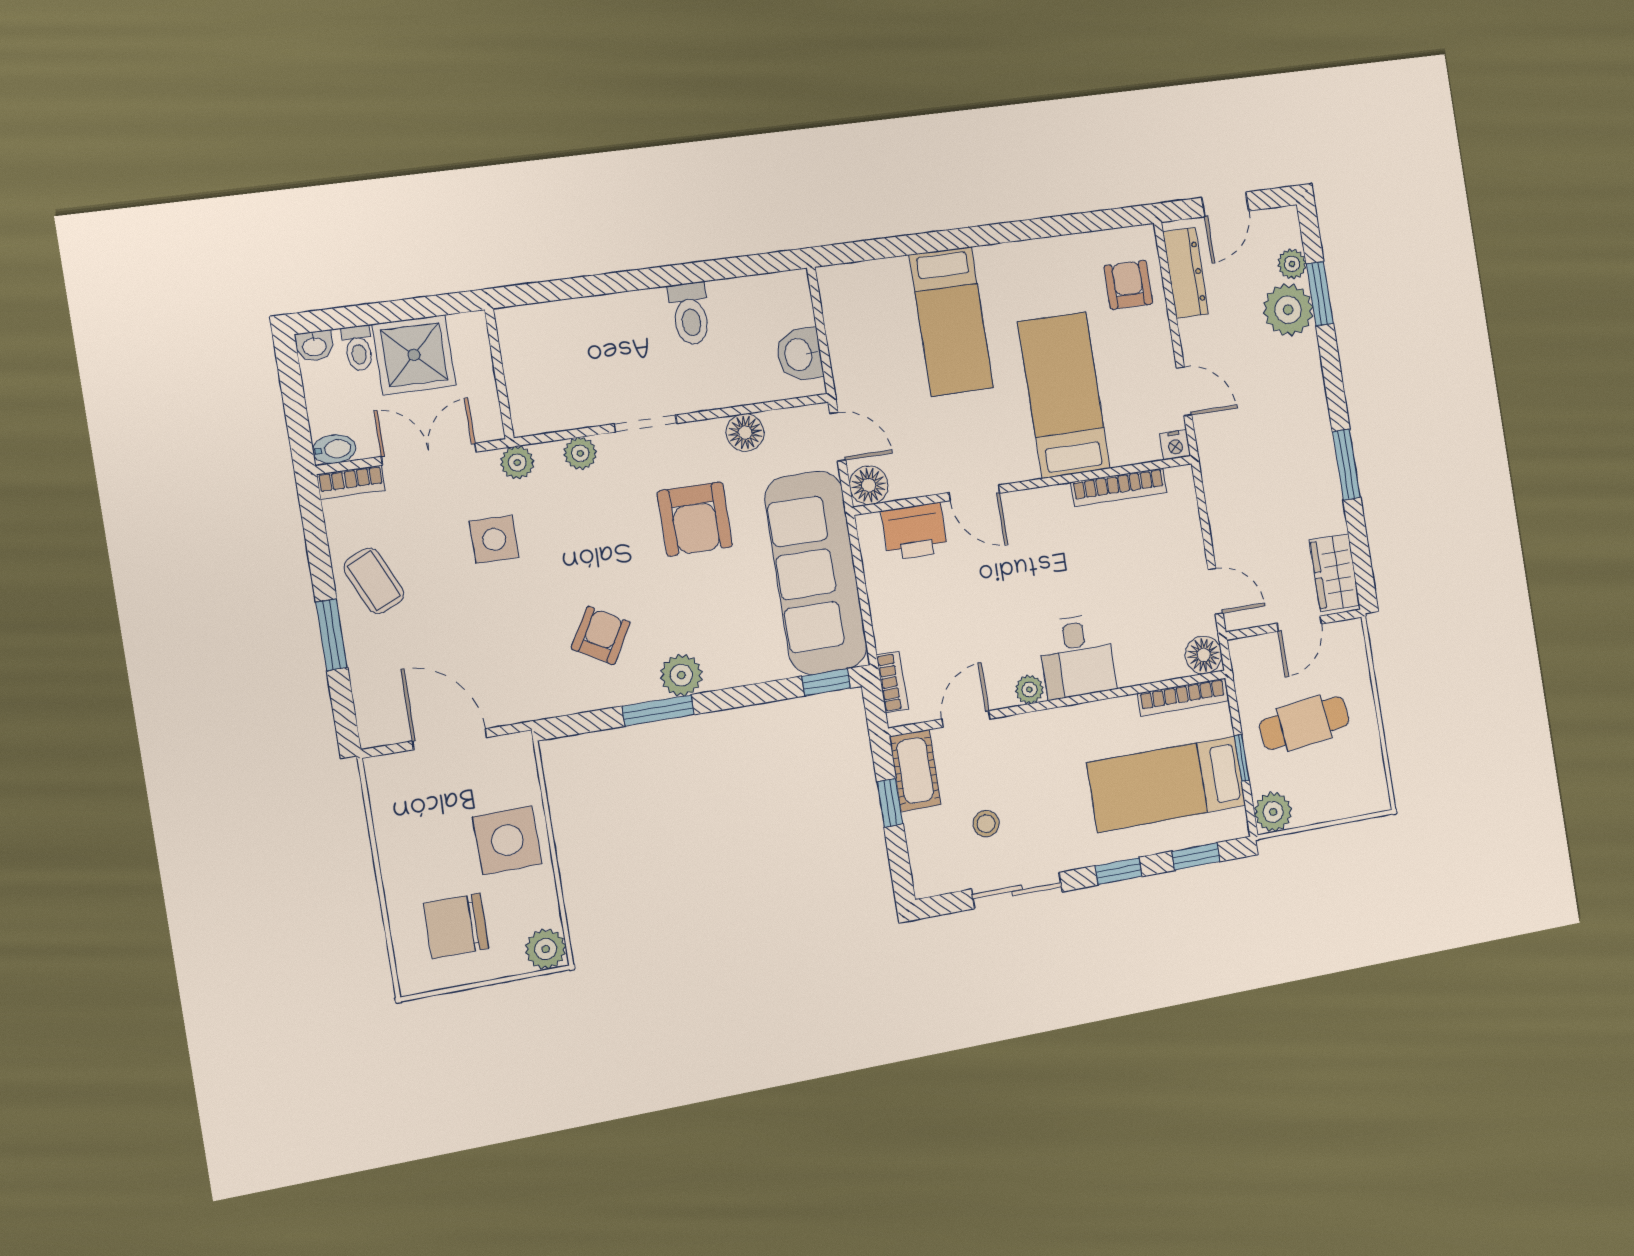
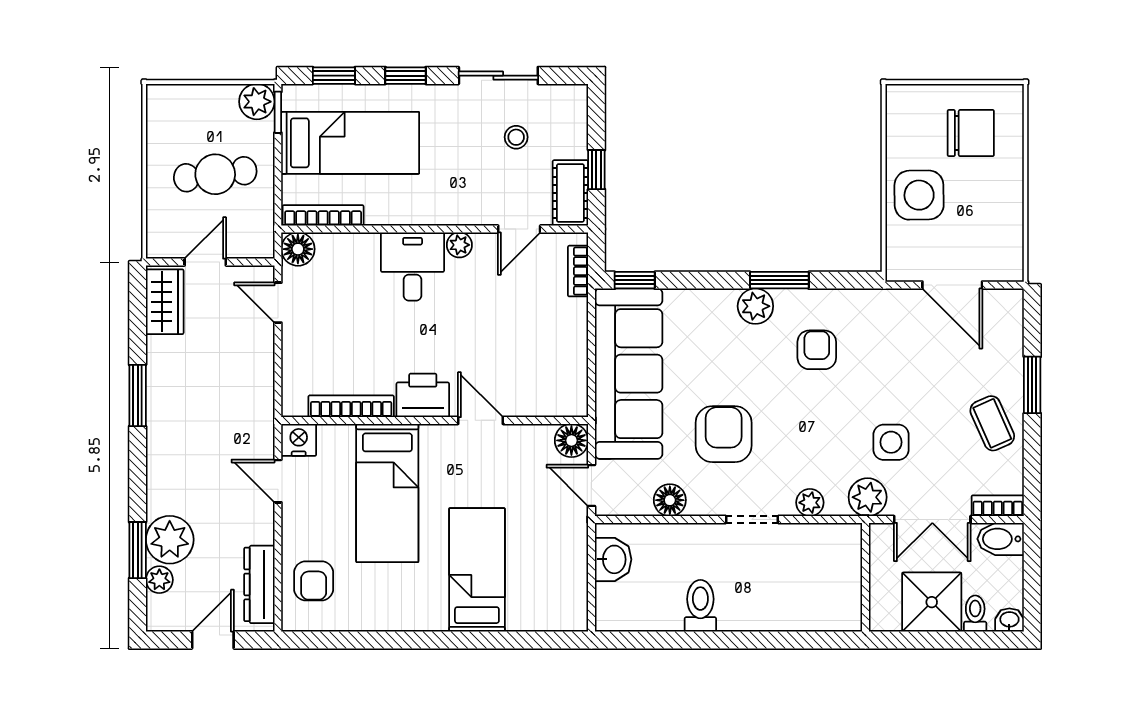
nightstand: (1175, 445) -> (299, 440), width x1.39, depth x1.35
bidet: (334, 449) -> (1001, 539), width x1.38, depth x1.36
plant: (517, 463) -> (868, 497), width x1.38, depth x1.38
printer: (914, 531) -> (423, 395), moved
armchair: (601, 635) -> (817, 350), turned 150
window: (1242, 758) -> (278, 112), moved
plant: (546, 949) -> (902, 101), removed

